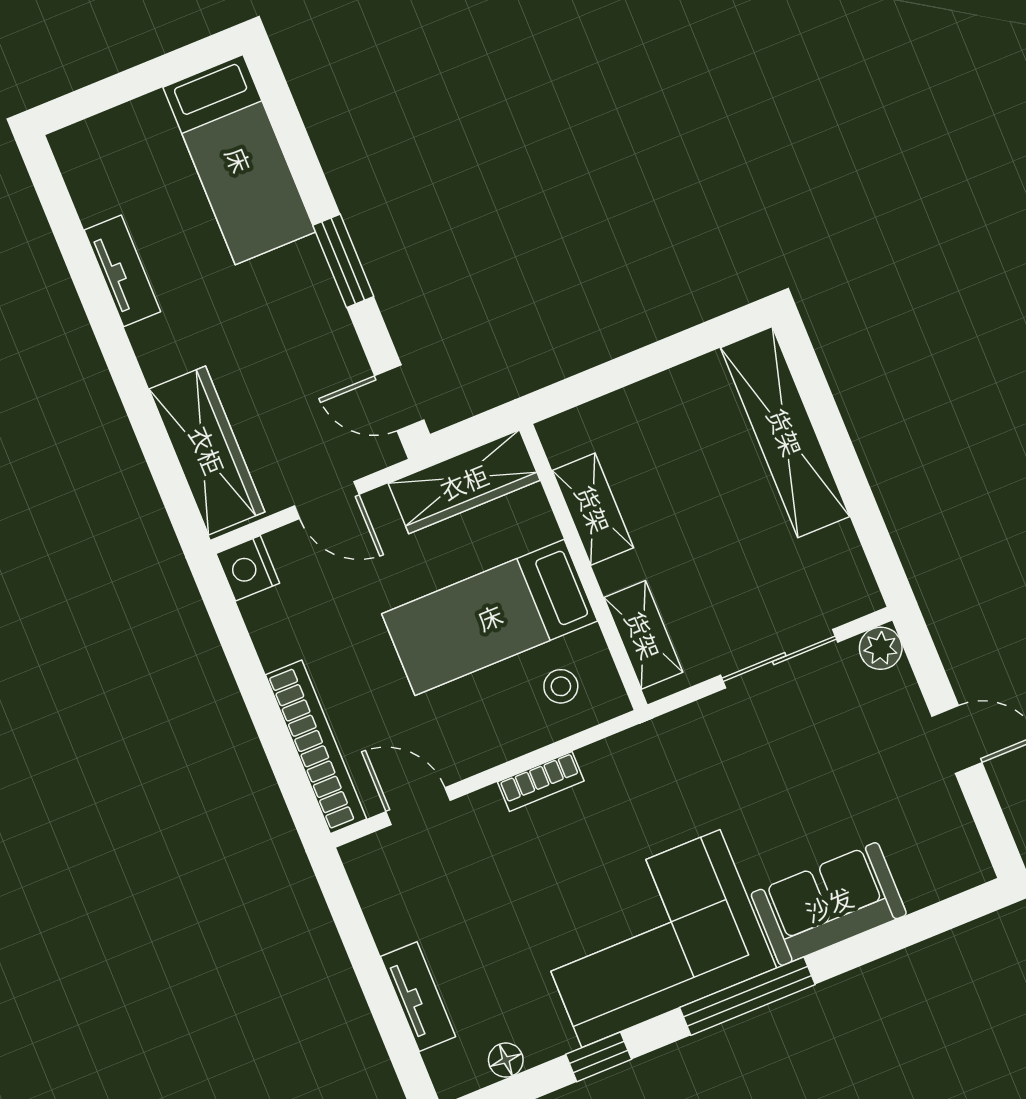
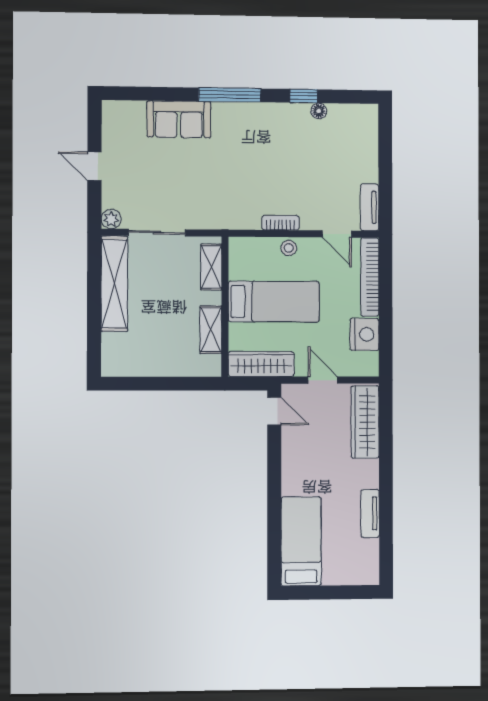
window: (343, 261) -> (274, 480), removed
shelving: (785, 432) -> (114, 284), moved
nightstand: (248, 568) -> (364, 334), moved, width x1.36, depth x1.33
stool: (561, 686) -> (289, 248), moved
corner sofa: (651, 938) -> (261, 137), removed
tv unit: (418, 997) -> (370, 207), moved
floor lamp: (506, 1060) -> (319, 111), moved

